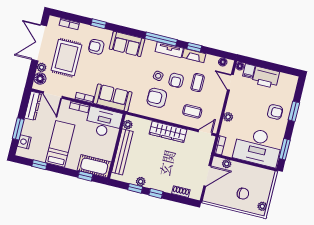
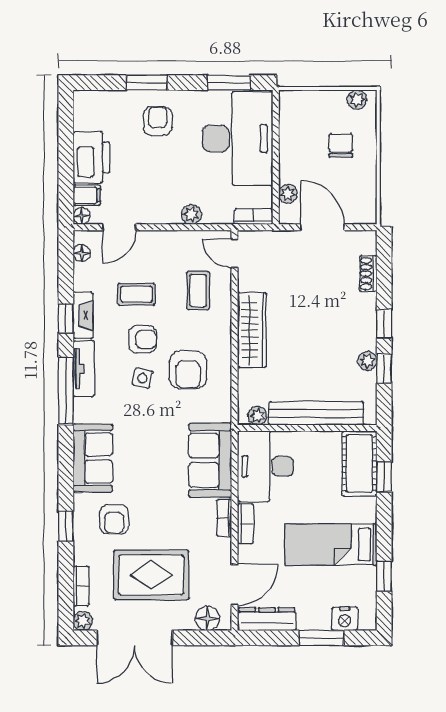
plant: (42, 67) -> (83, 621), moved

